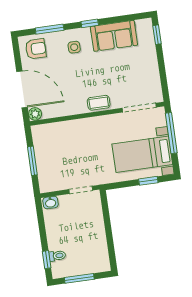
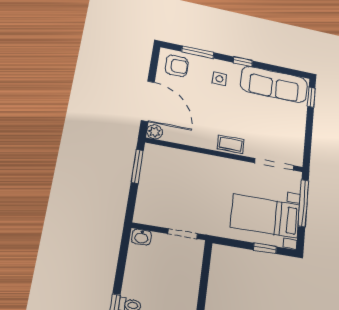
sofa: (114, 36) -> (274, 84), width x1.36
window: (32, 161) -> (137, 166), moved

